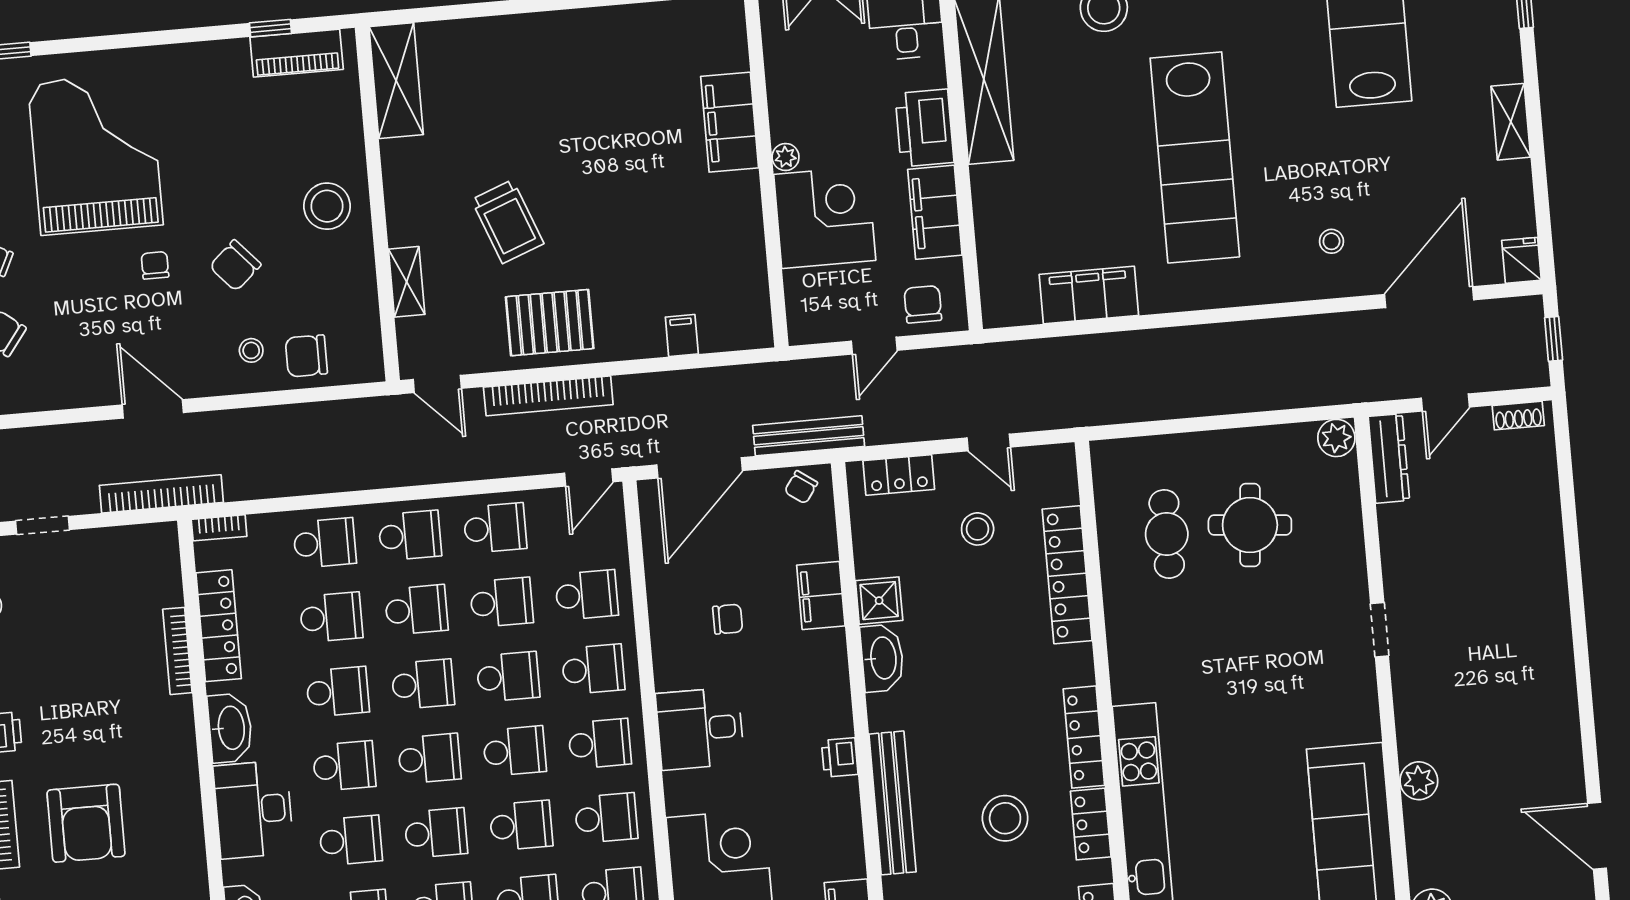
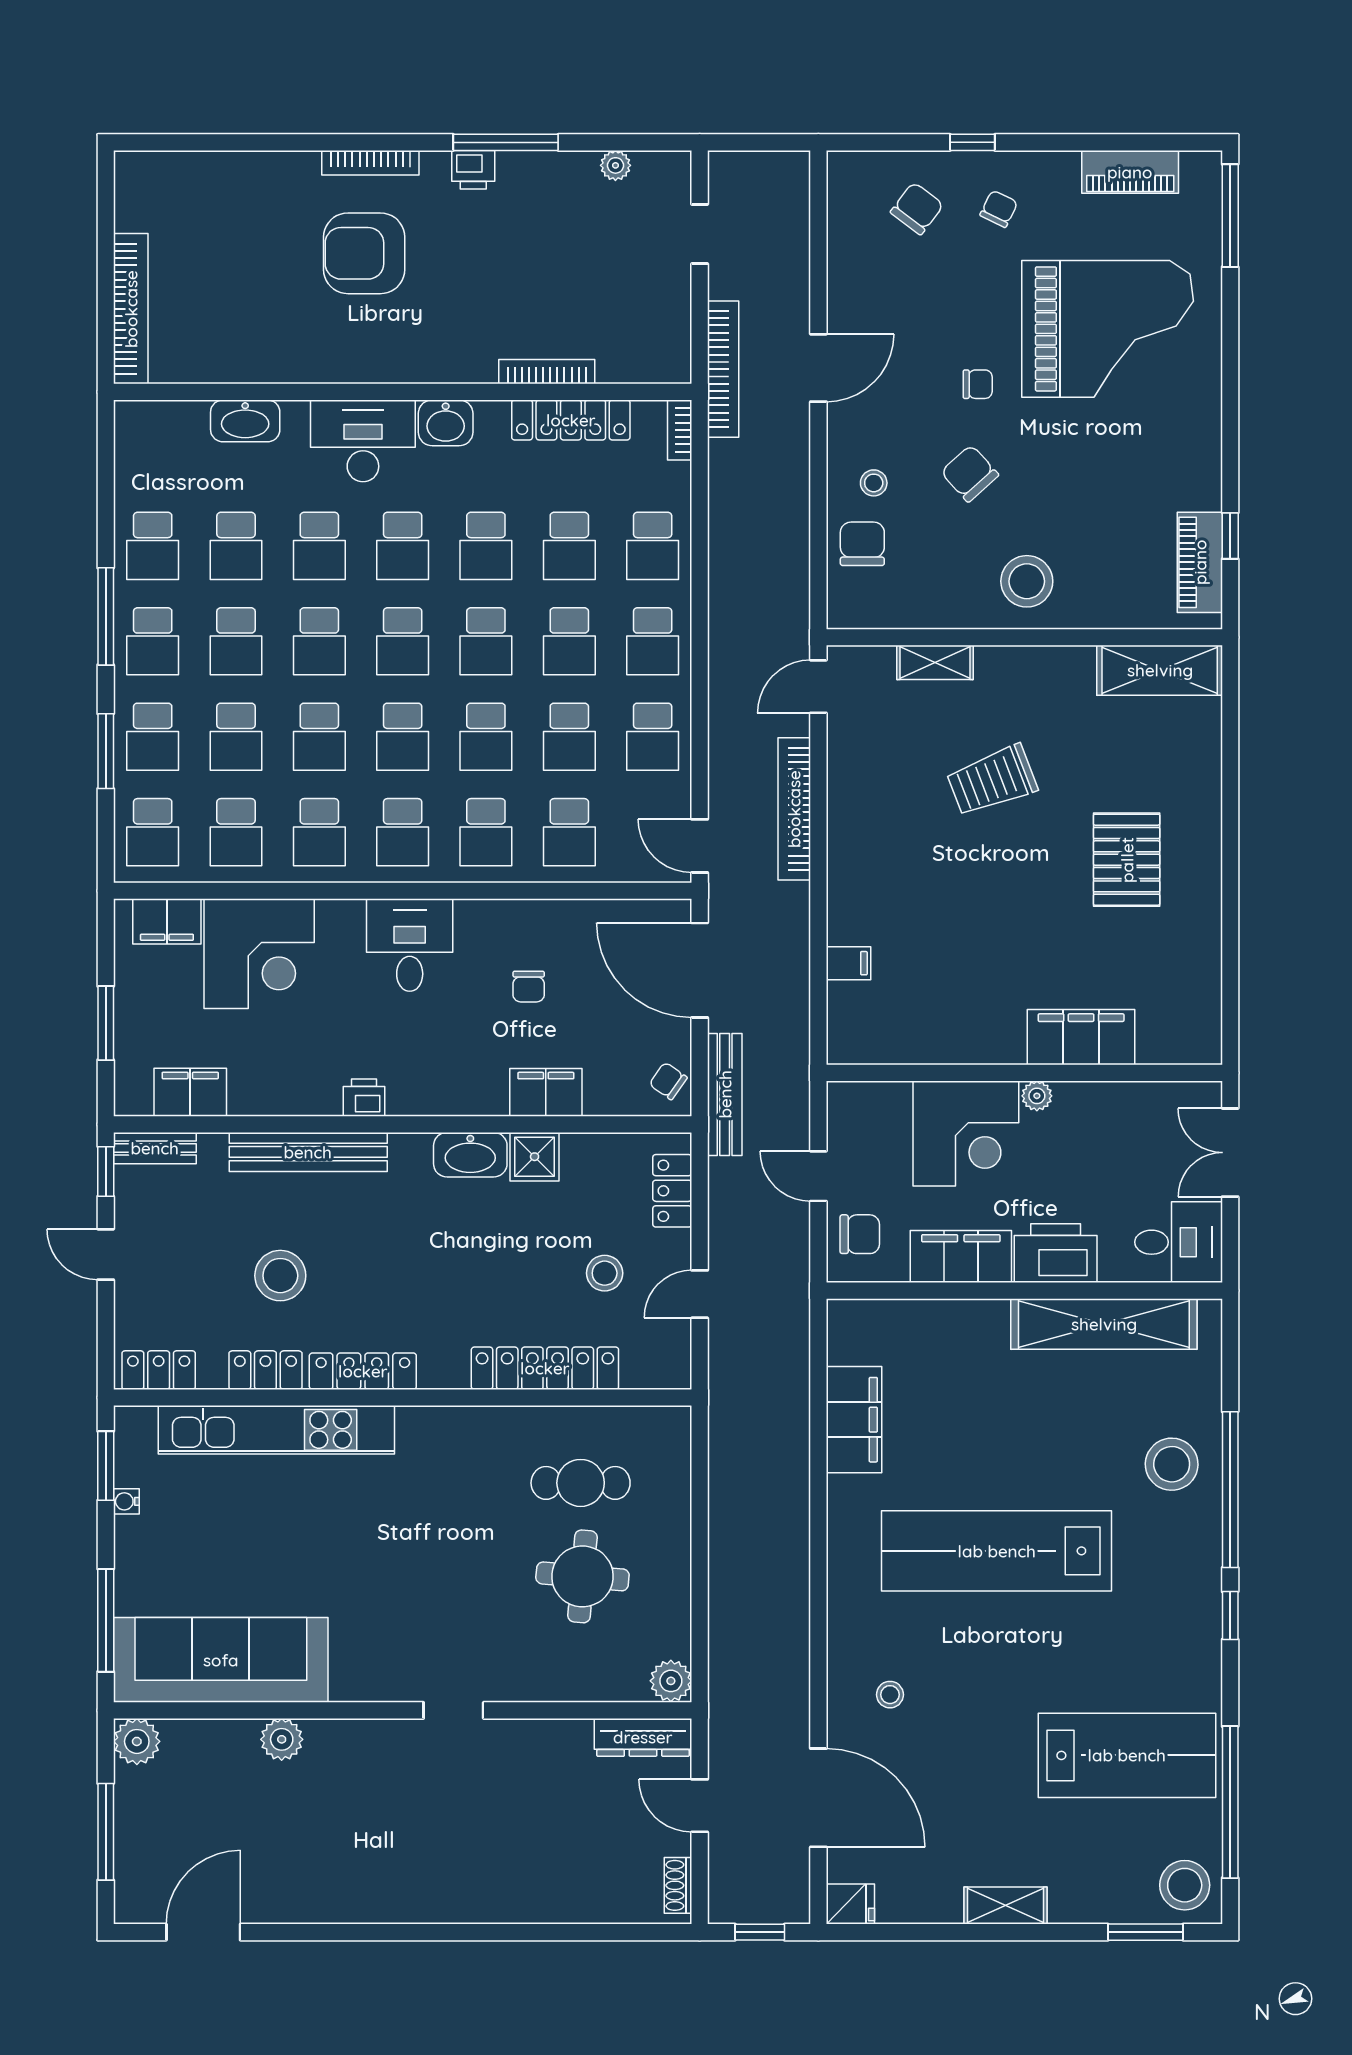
pallet: (550, 323) -> (1127, 860), moved
washbasin: (230, 728) -> (446, 423), width x0.72

